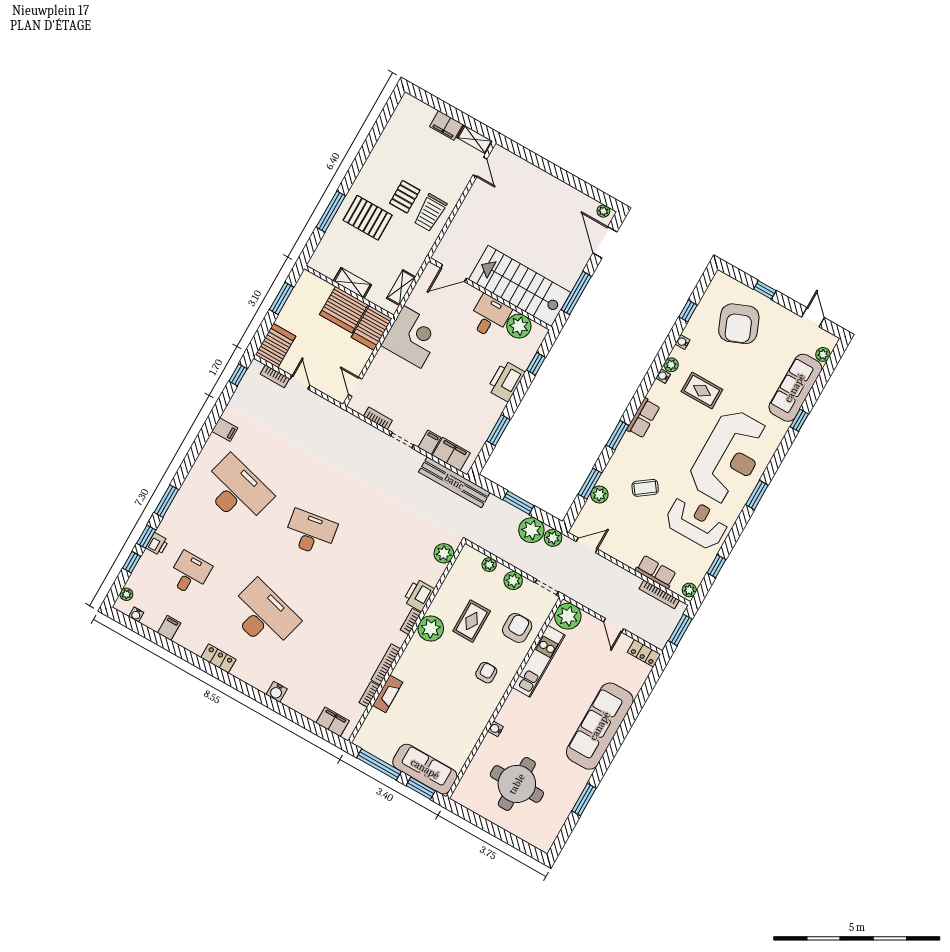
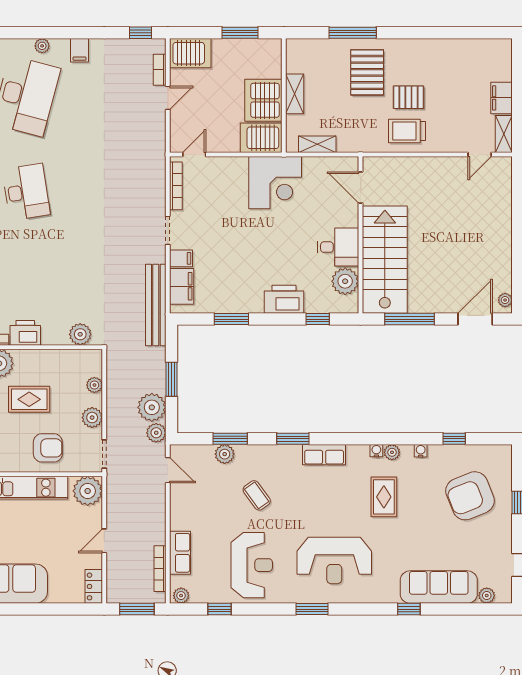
bookcase: (378, 418) -> (176, 186), width x1.56
plant: (205, 456) -> (42, 46), added
reception desk: (729, 457) -> (334, 561), width x0.74, depth x0.77

